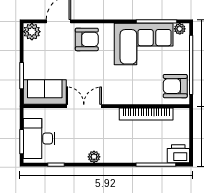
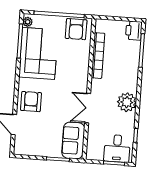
plant: (32, 32) -> (21, 148), removed
desk: (39, 139) -> (117, 148), width x0.73
plant: (94, 157) -> (127, 102), width x1.87, depth x1.87

